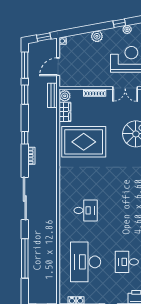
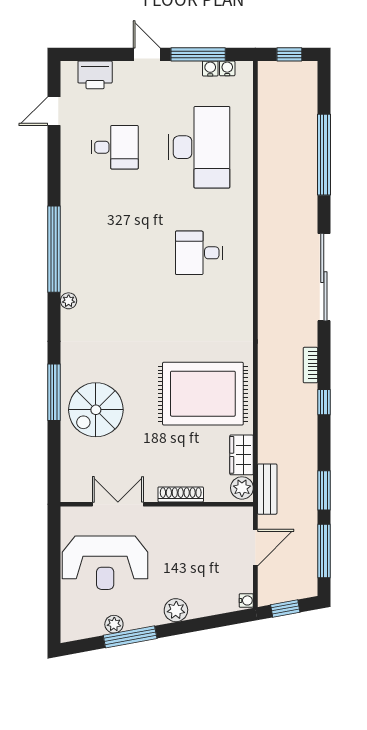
window: (119, 23) -> (130, 637), width x2.17

